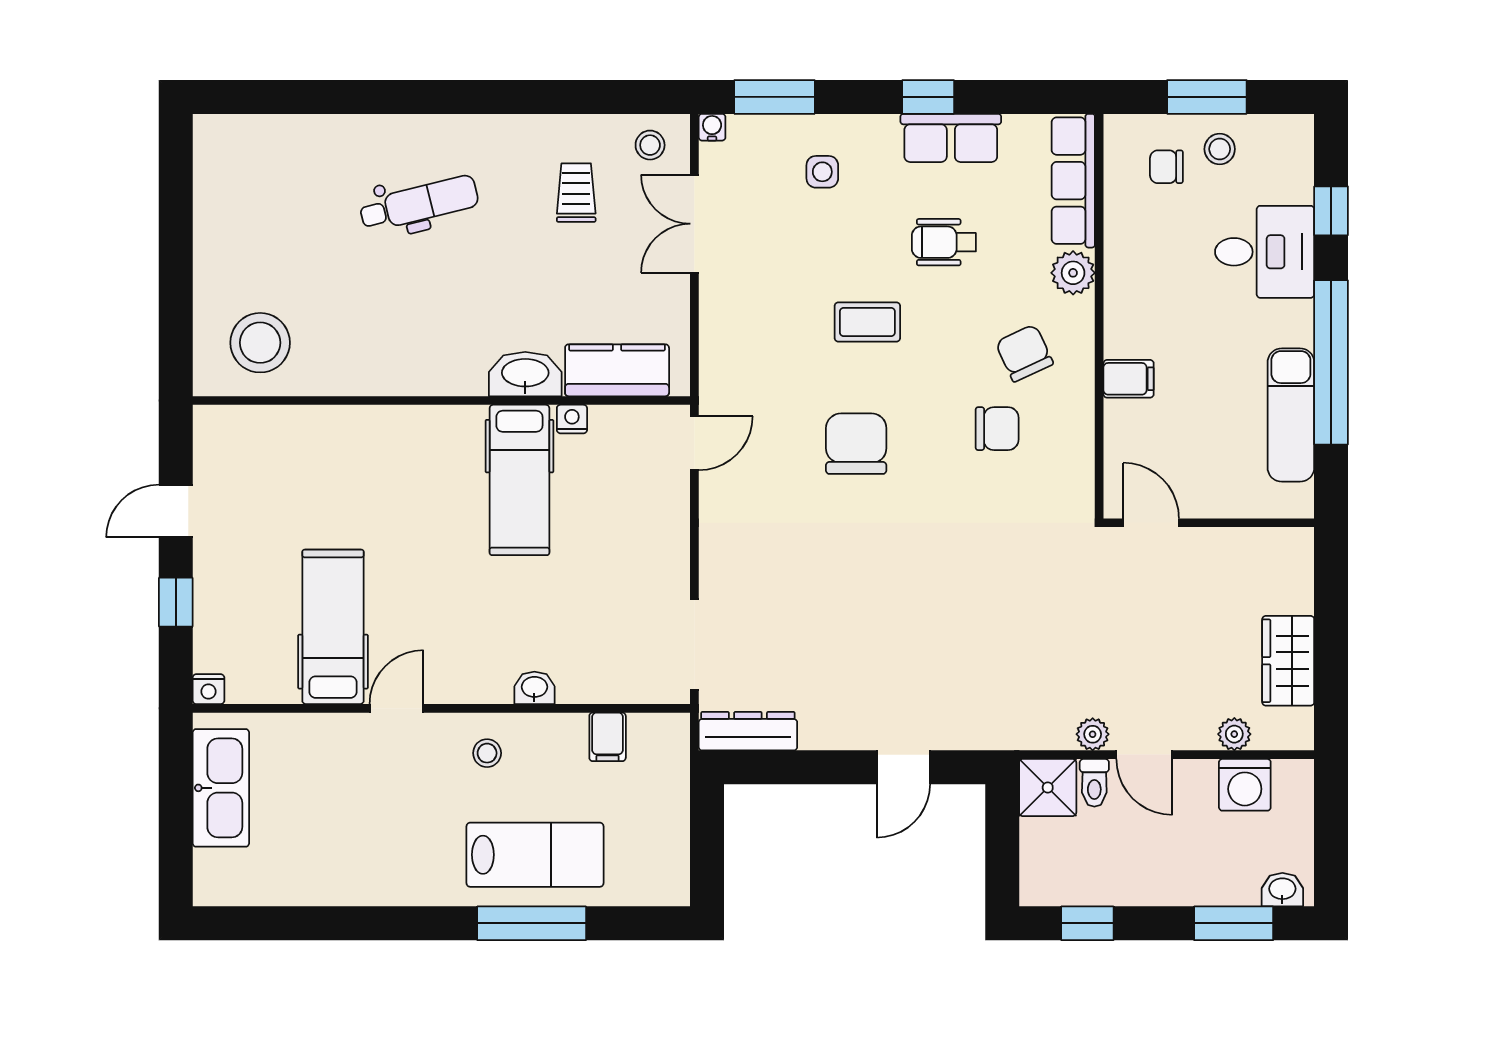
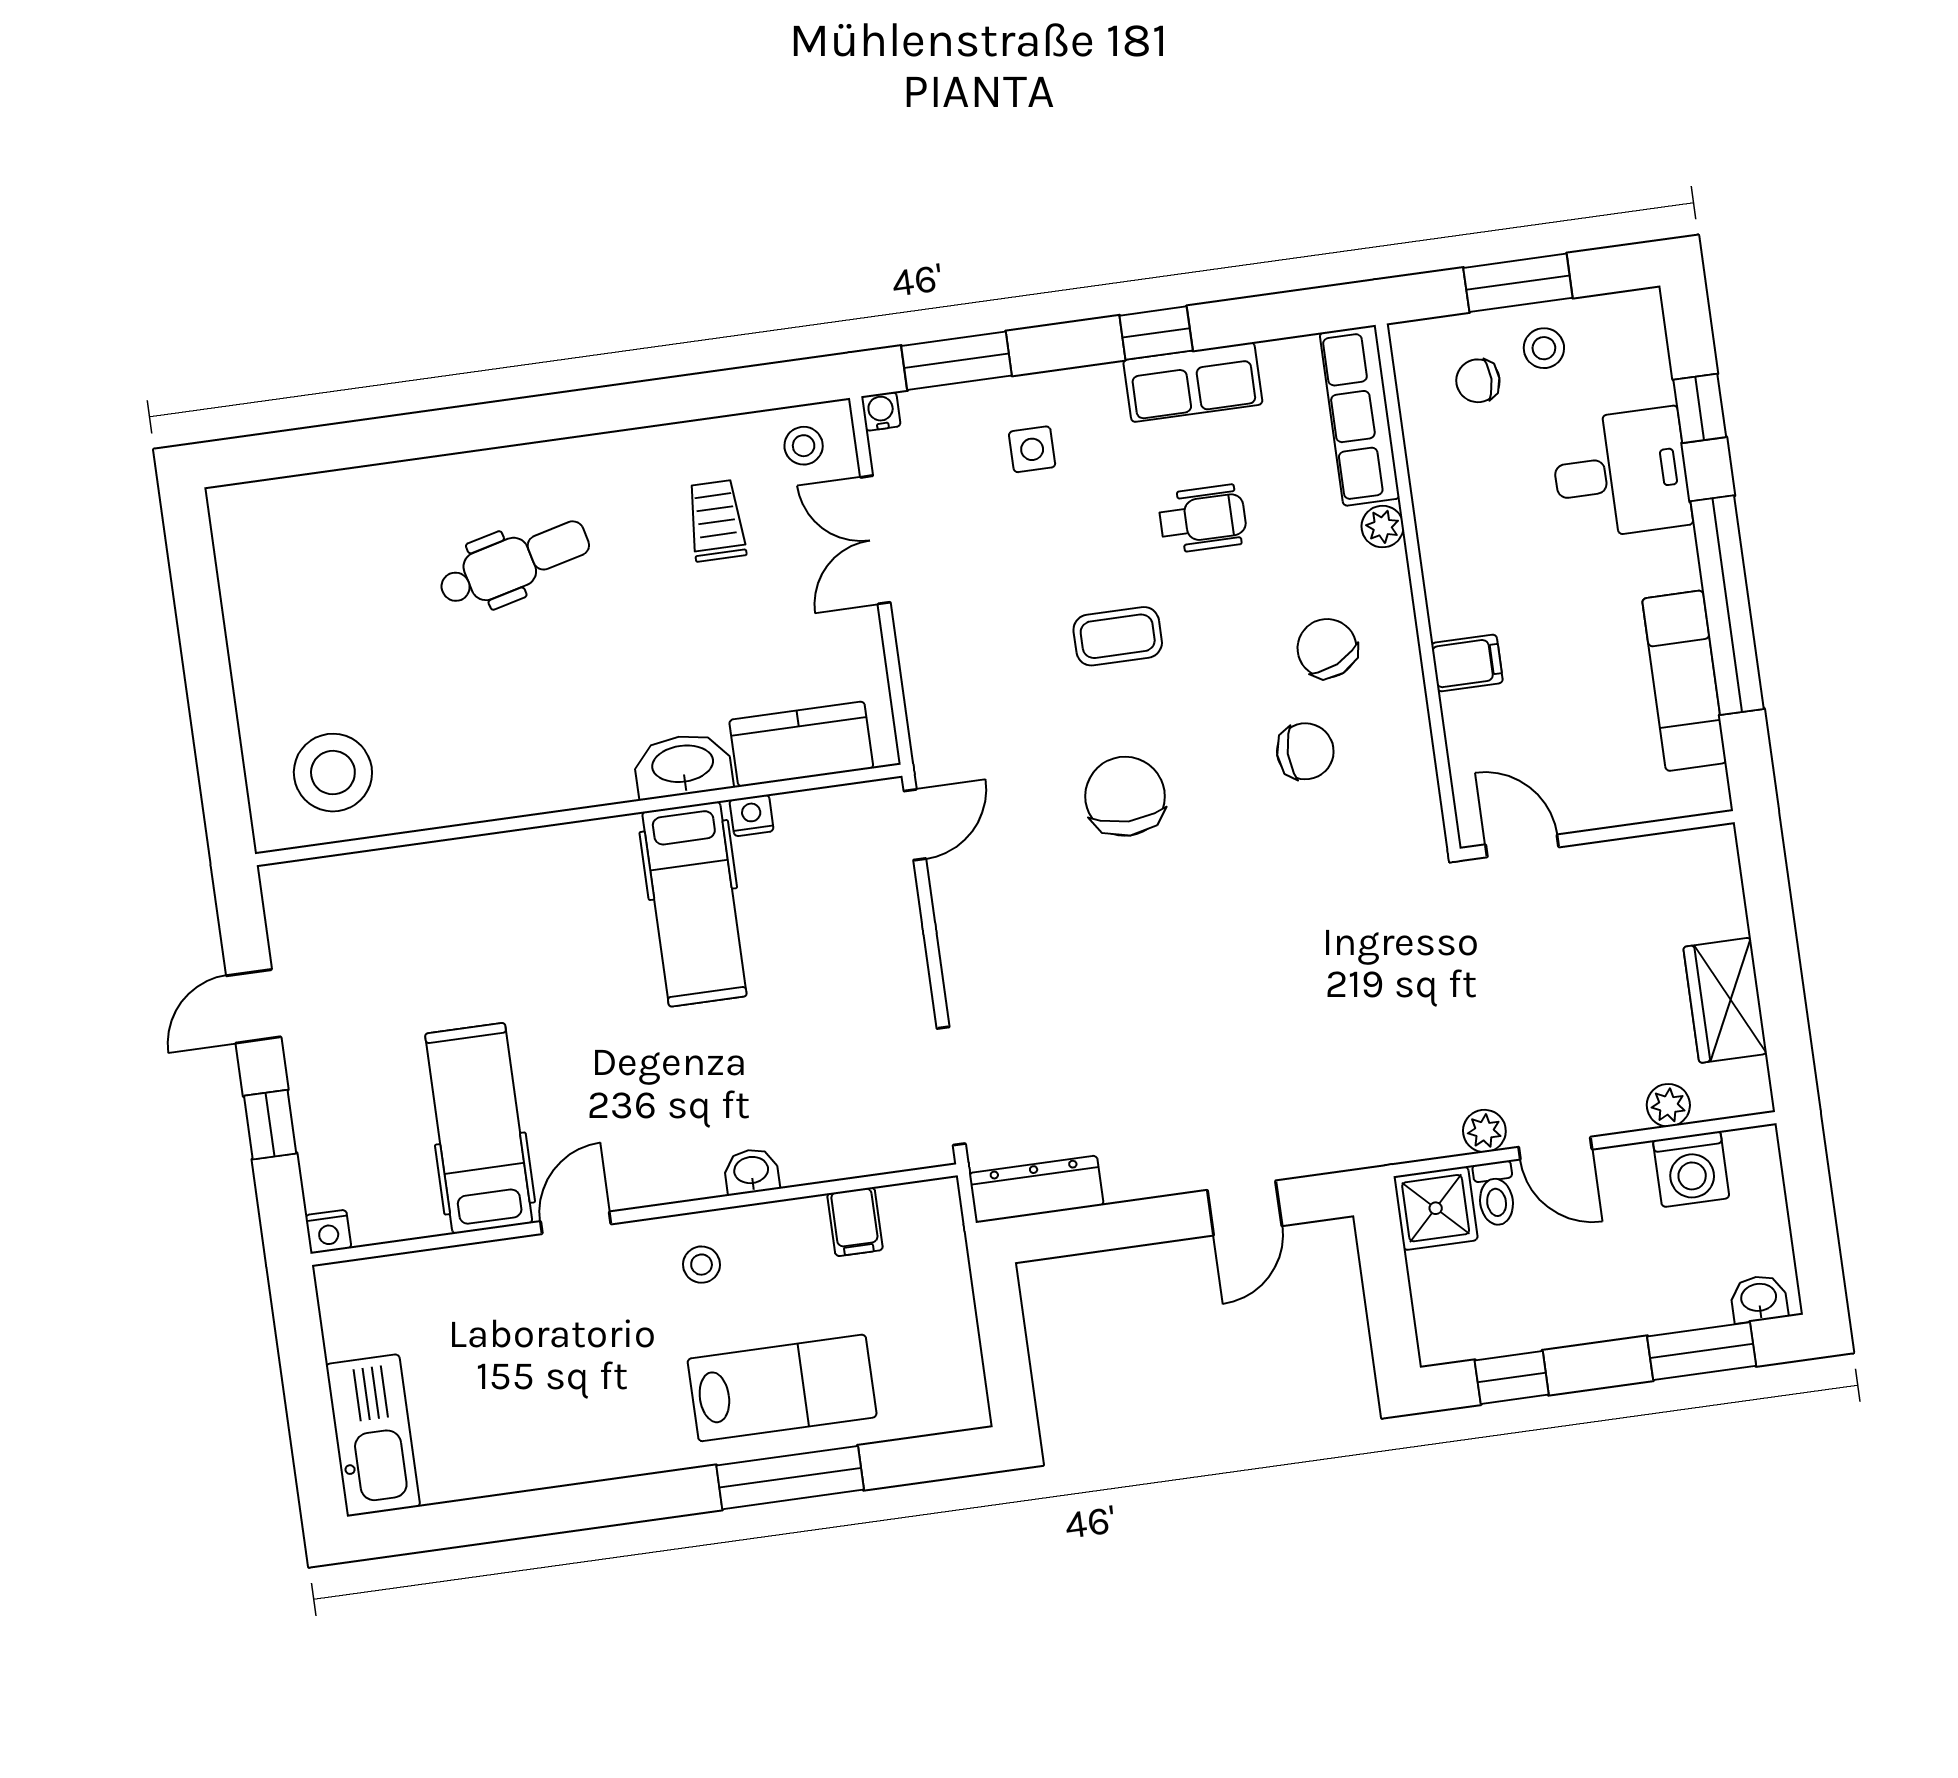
wheelchair: (944, 242) -> (1203, 519), turned 180
plant: (1073, 273) -> (1383, 527), width x0.73, depth x0.73
kitchen sink: (221, 788) -> (373, 1435), moved

